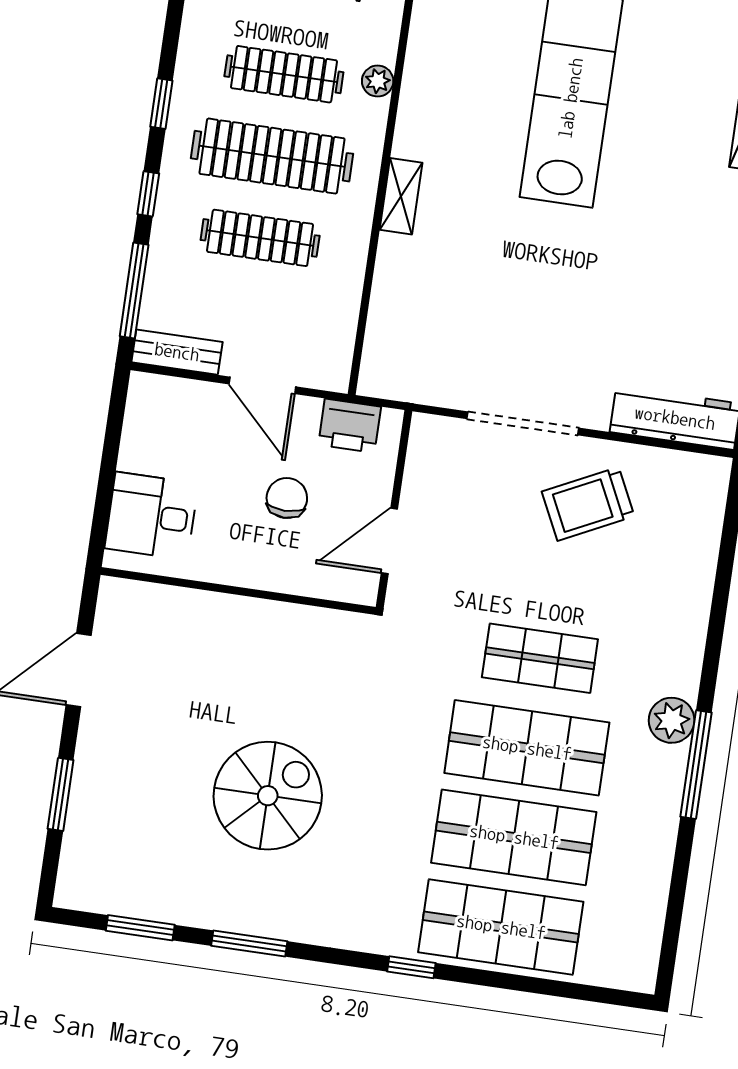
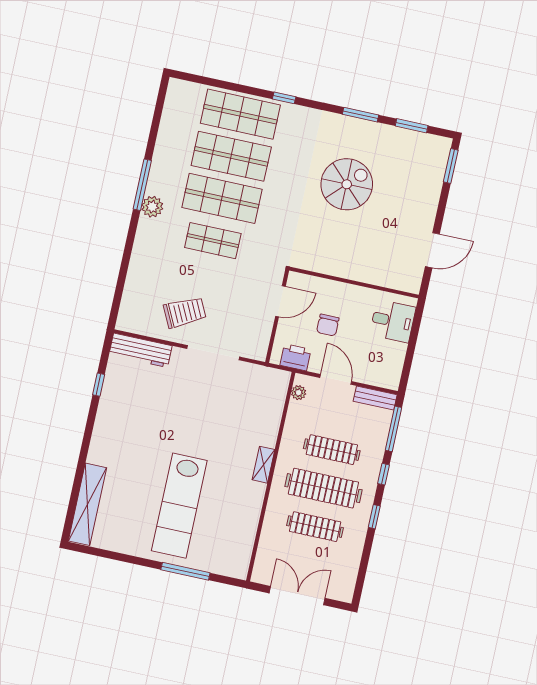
plant: (378, 81) -> (299, 393), moved
window: (61, 794) -> (451, 166), moved
spiral stairs: (268, 796) -> (347, 184), turned 180

